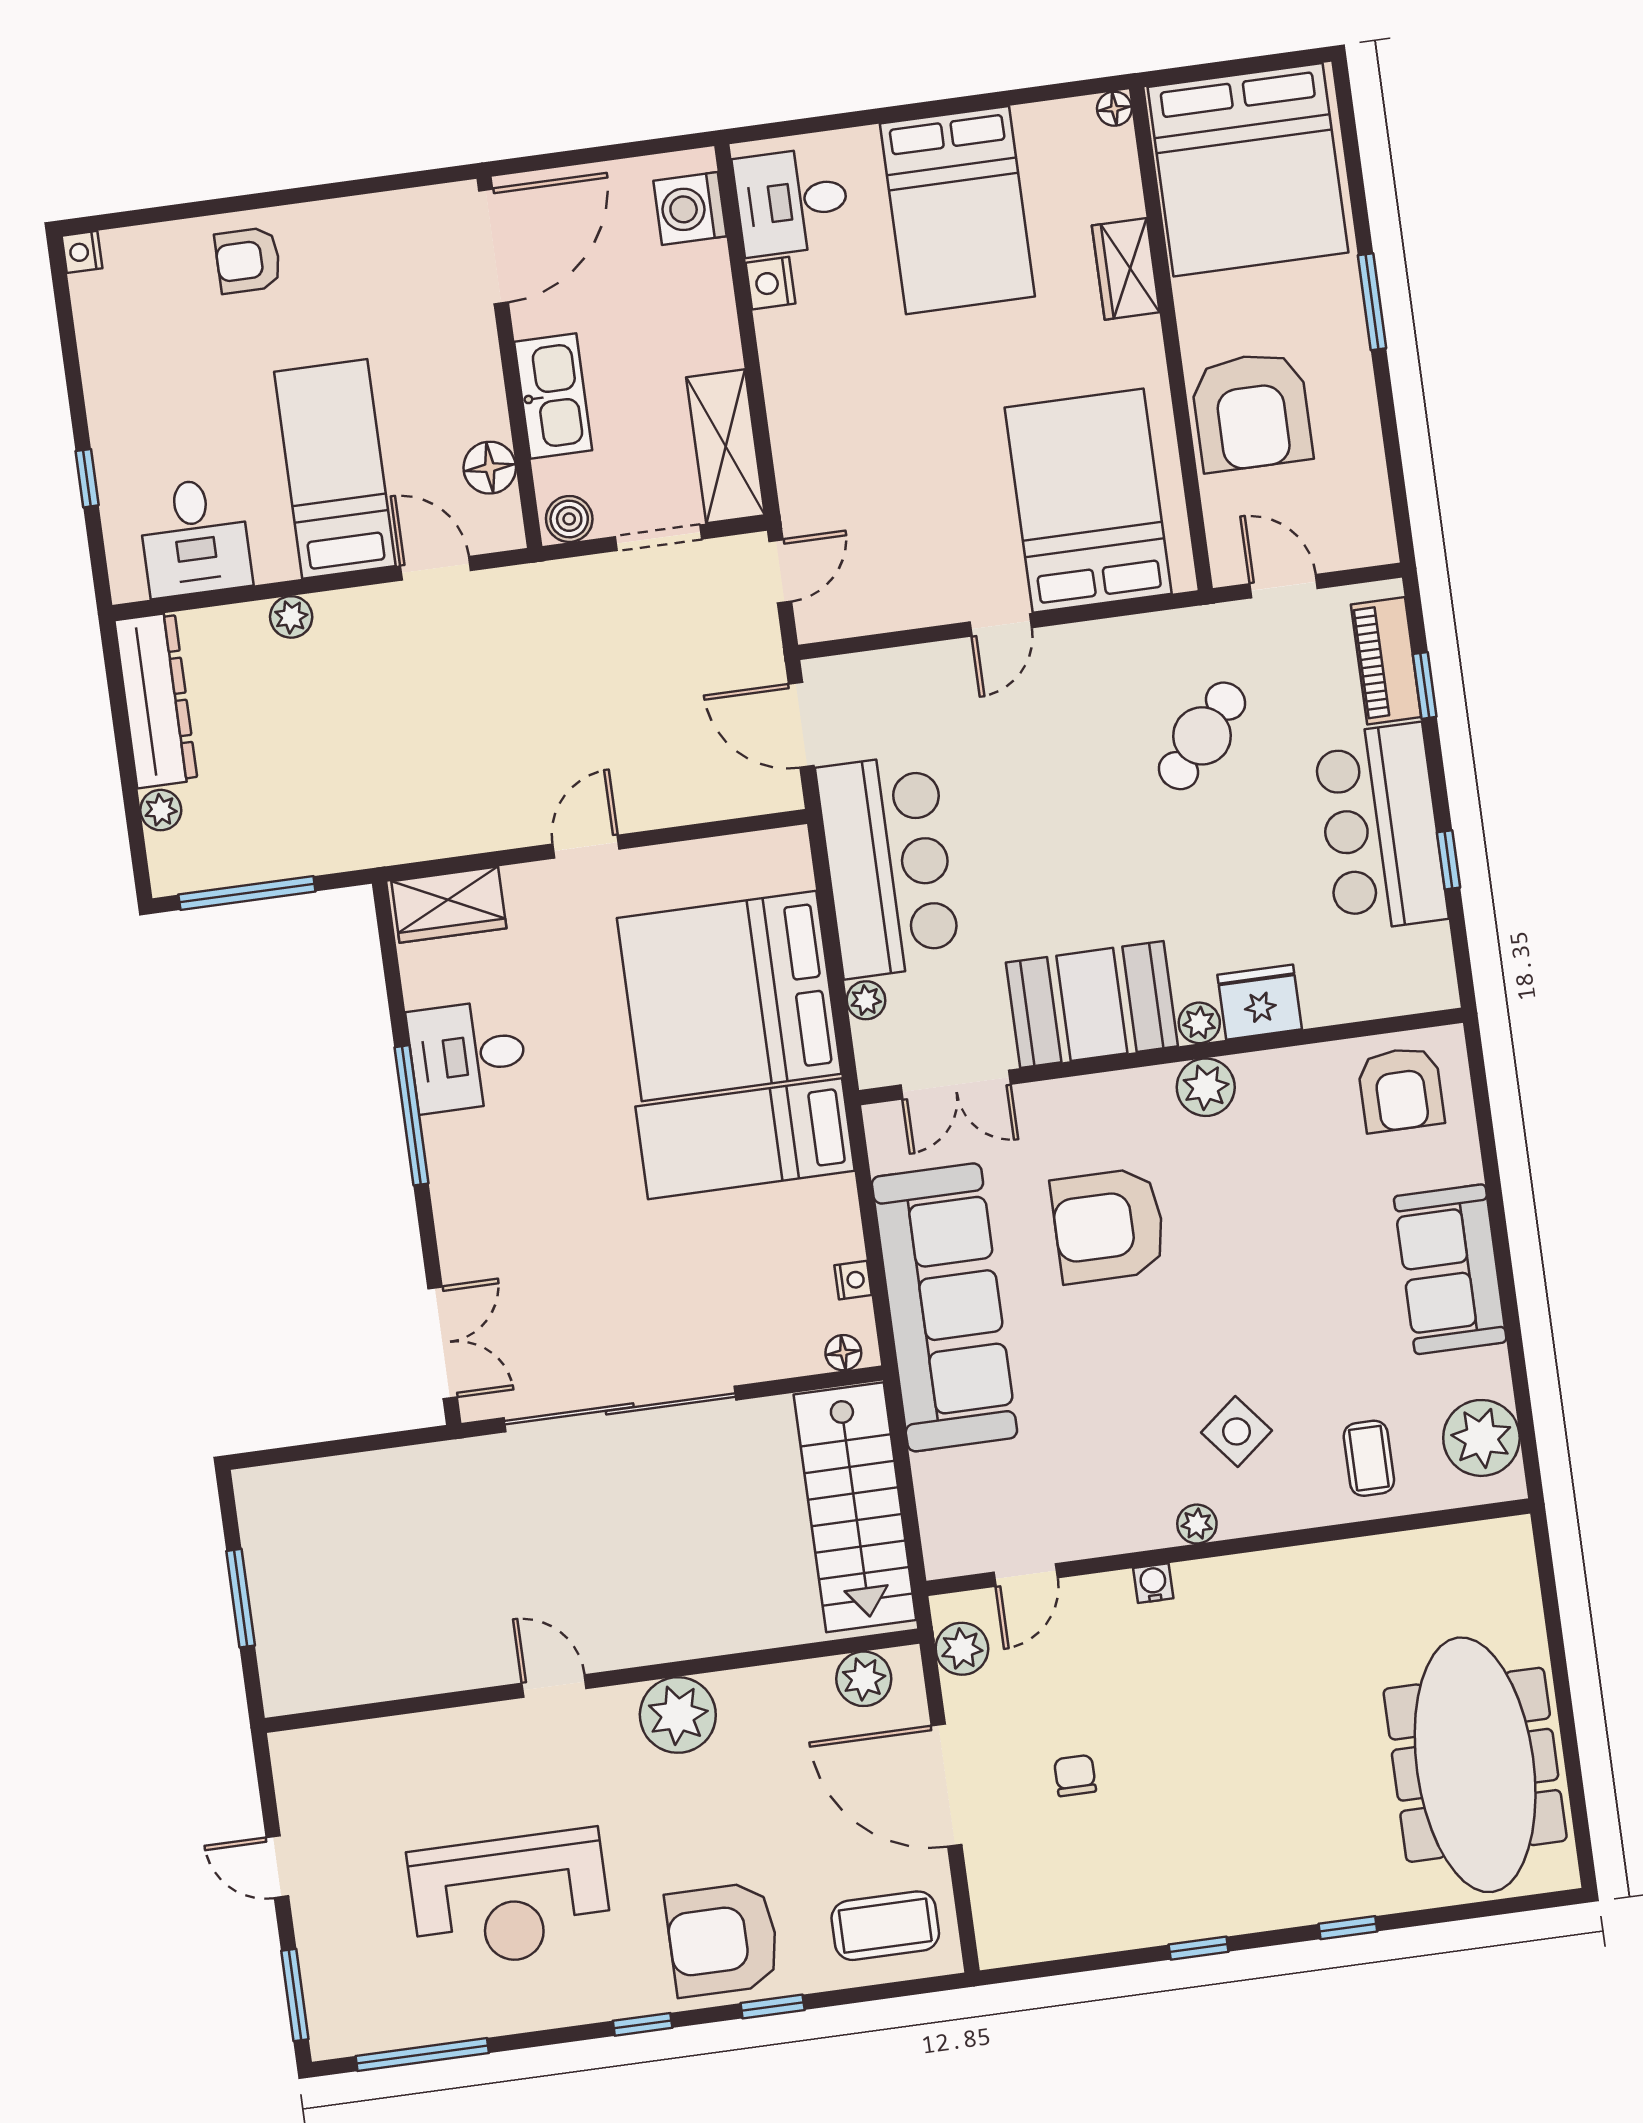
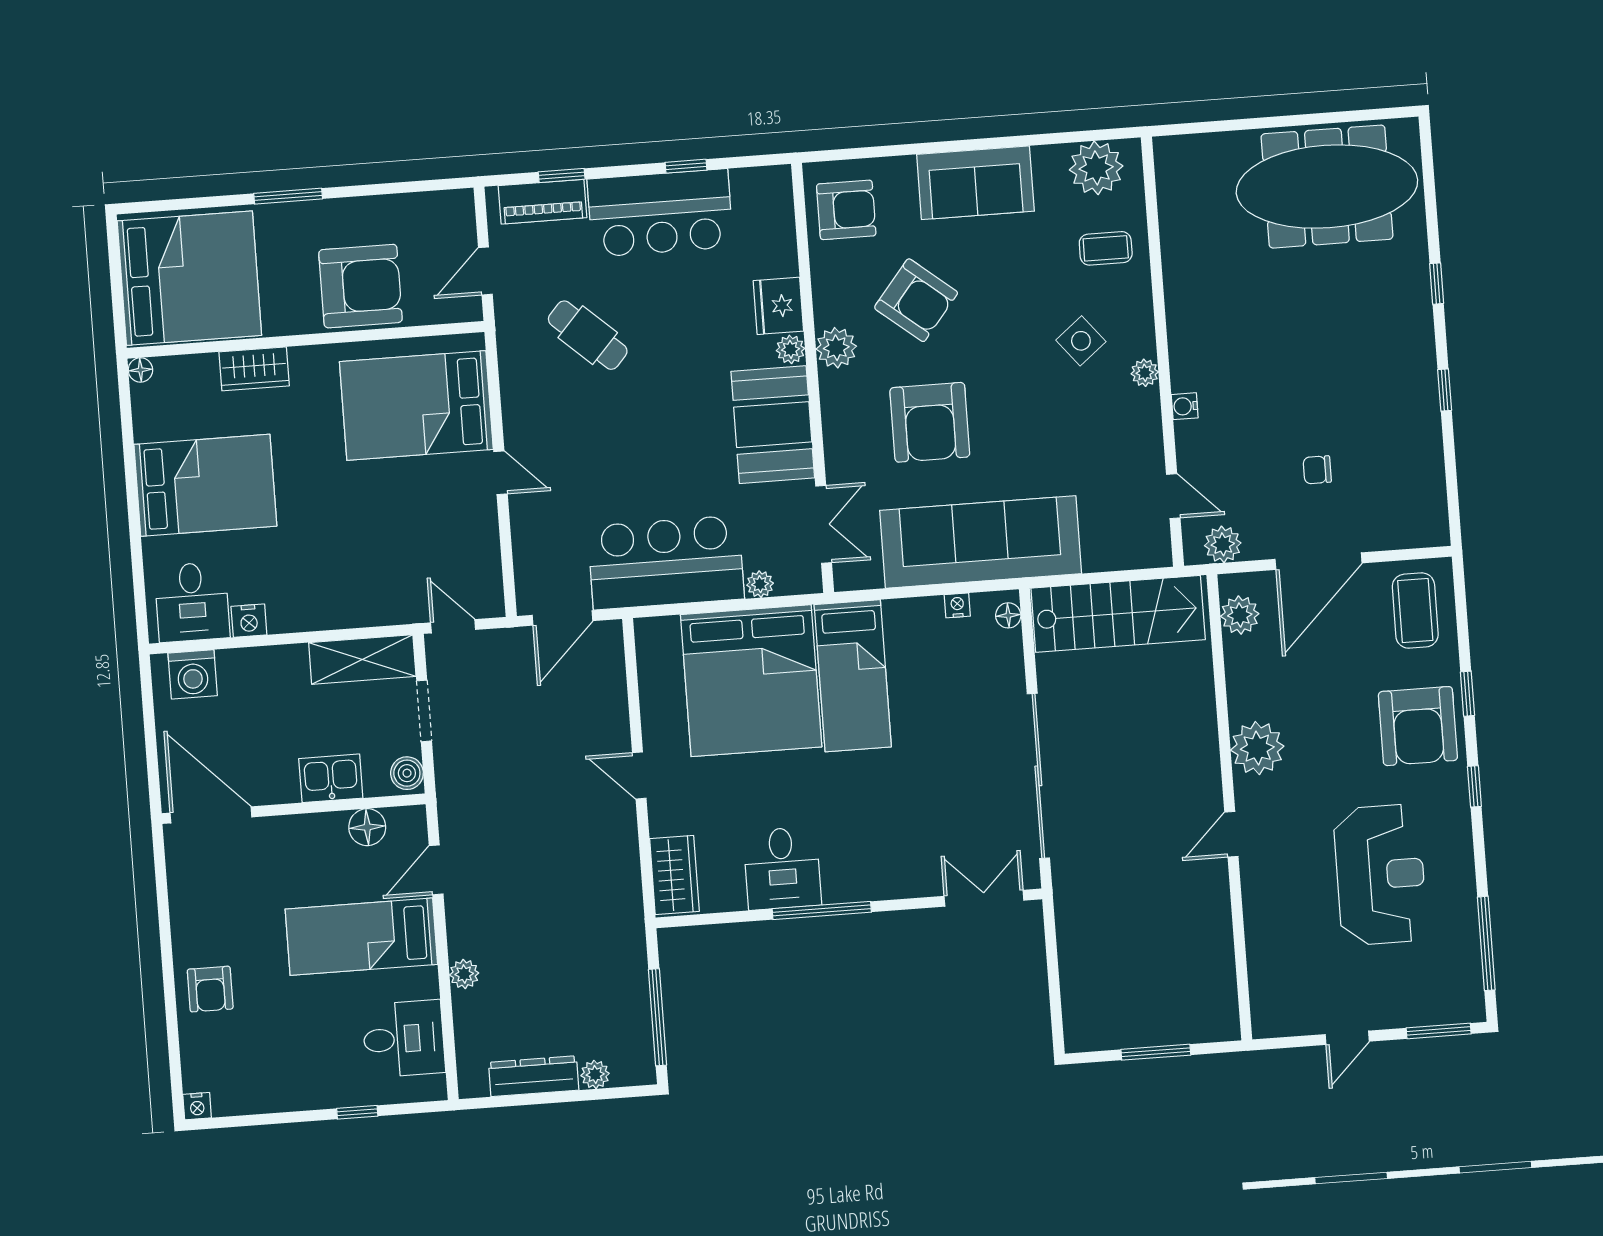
kitchen sink: (553, 396) -> (331, 778), width x0.73
dresser: (156, 700) -> (534, 1076), width x0.73, depth x0.80
armchair: (1279, 1196) -> (916, 300), added

